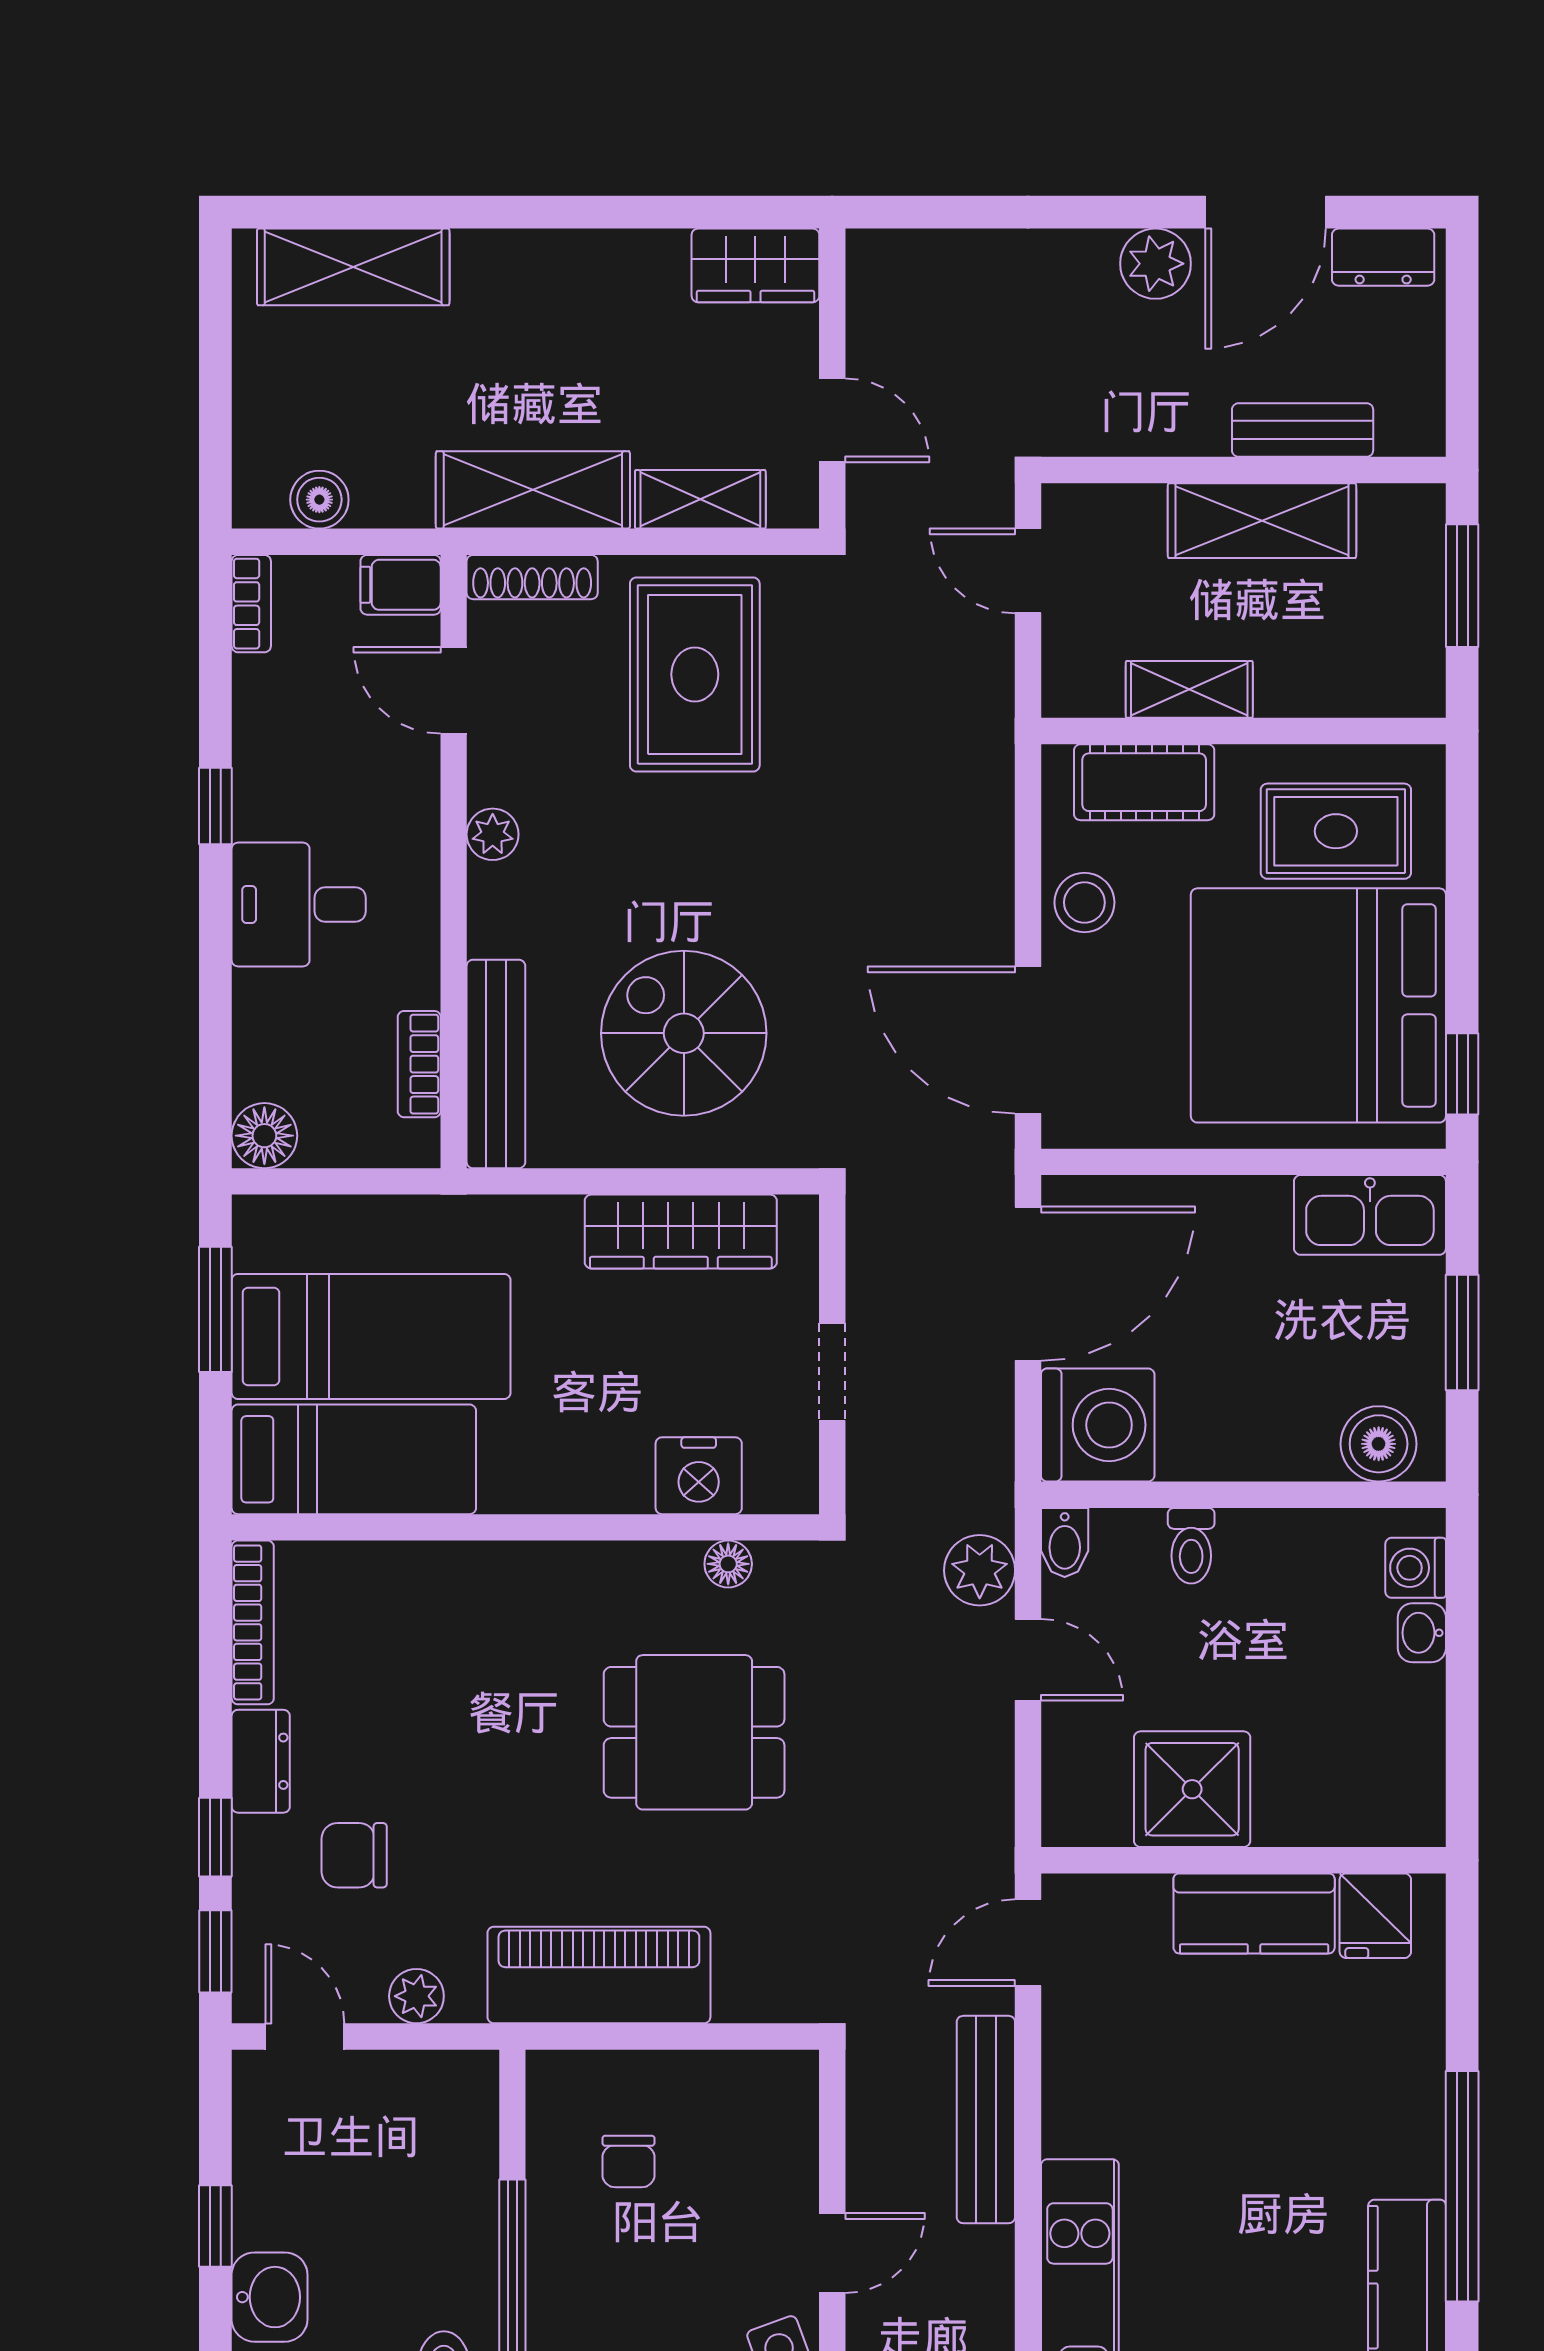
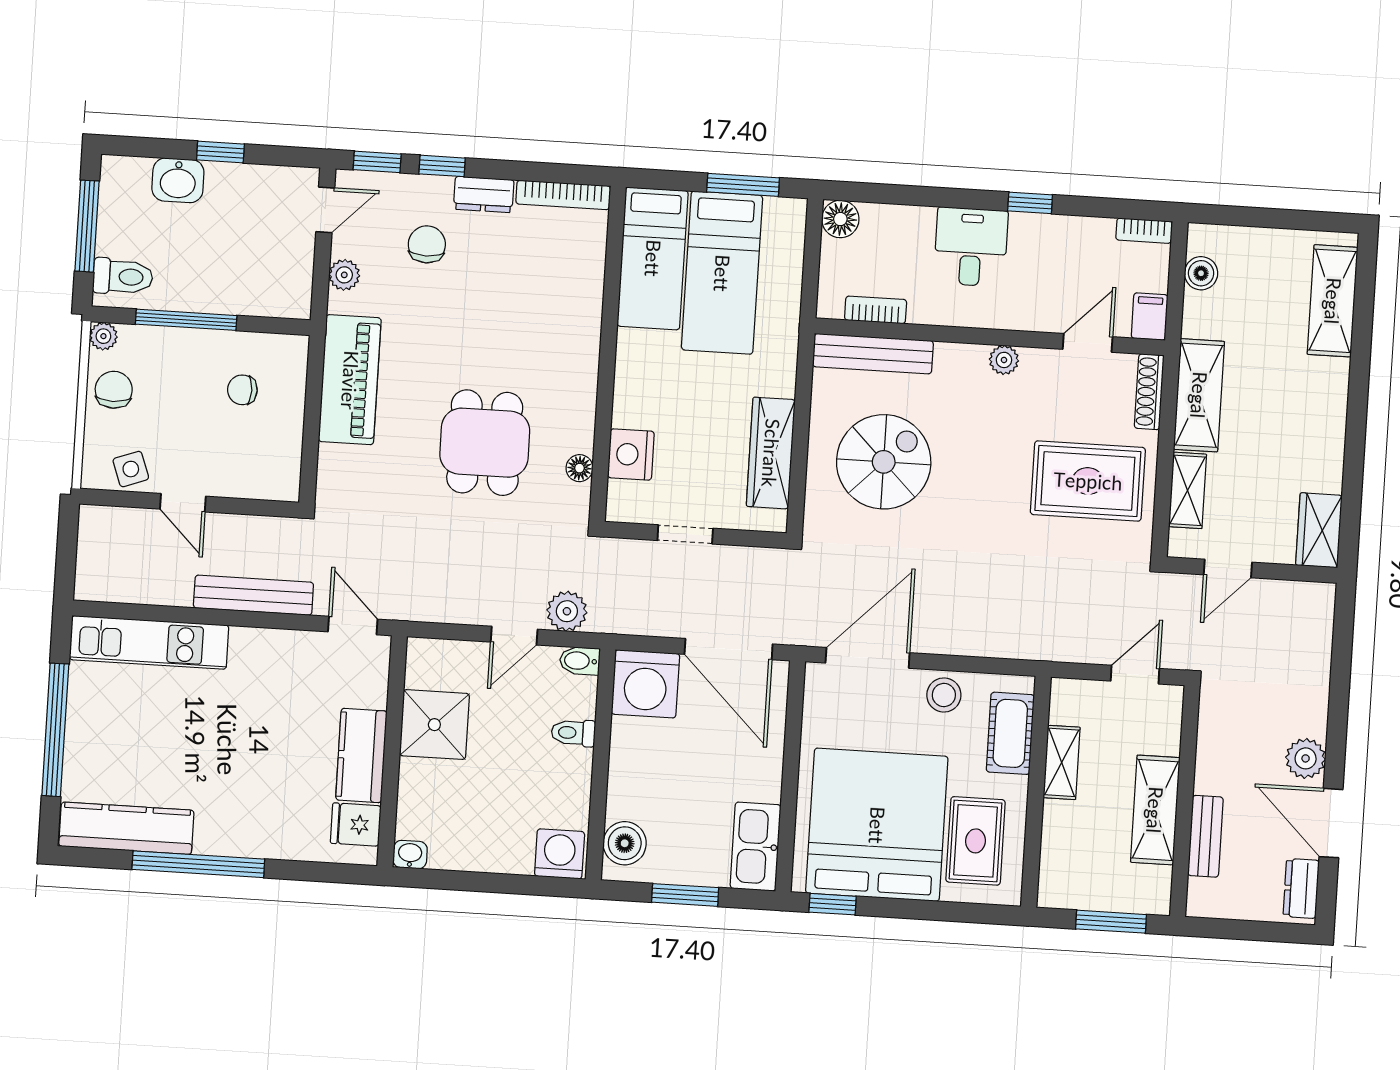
washing machine: (1416, 1568) -> (560, 854), width x1.38, depth x1.38
washbasin: (1422, 1633) -> (410, 855), moved

